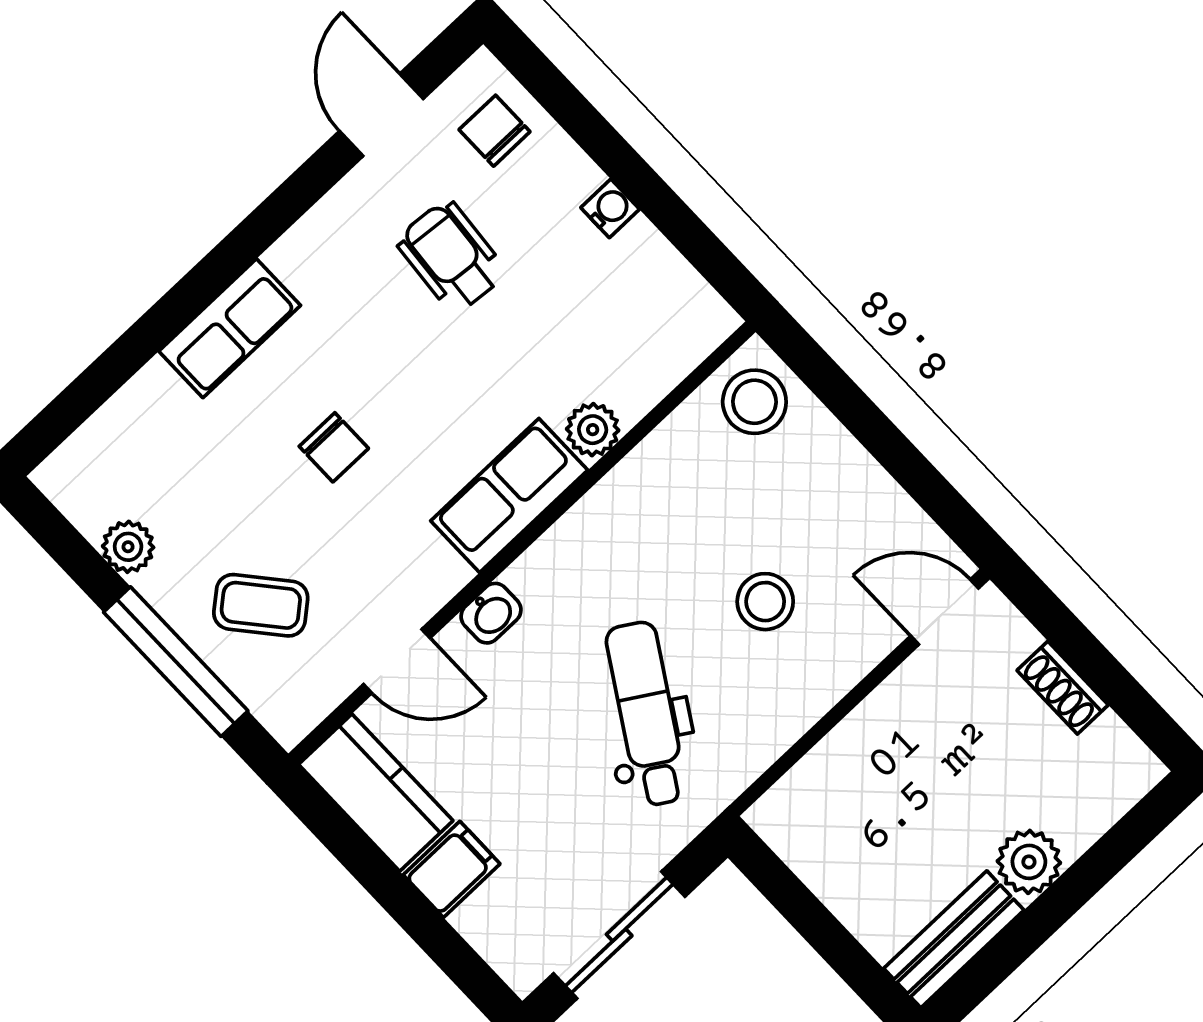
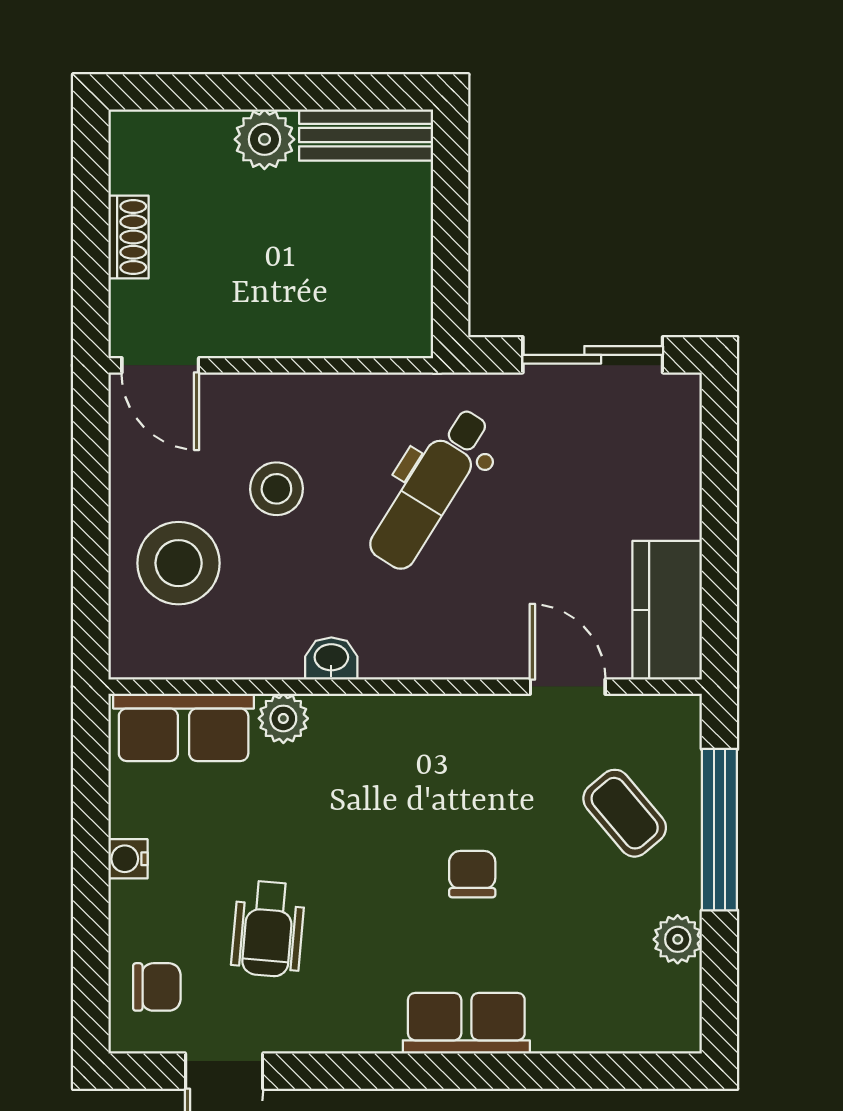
chair: (495, 131) -> (157, 987), turned -90
stool: (754, 402) -> (179, 563), moved, width x1.38, depth x1.38
row of seats: (509, 495) -> (184, 727), moved
washbasin: (491, 613) -> (331, 659), moved
filing cabinet: (452, 869) -> (665, 508), removed

